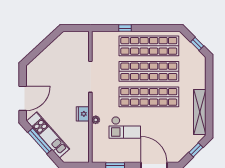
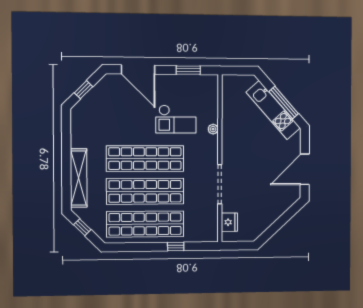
door: (23, 98) -> (305, 169), moved
shelving: (200, 112) -> (79, 178), moved
fridge: (83, 114) -> (229, 222), moved
checkout: (125, 128) -> (176, 119), turned 180

